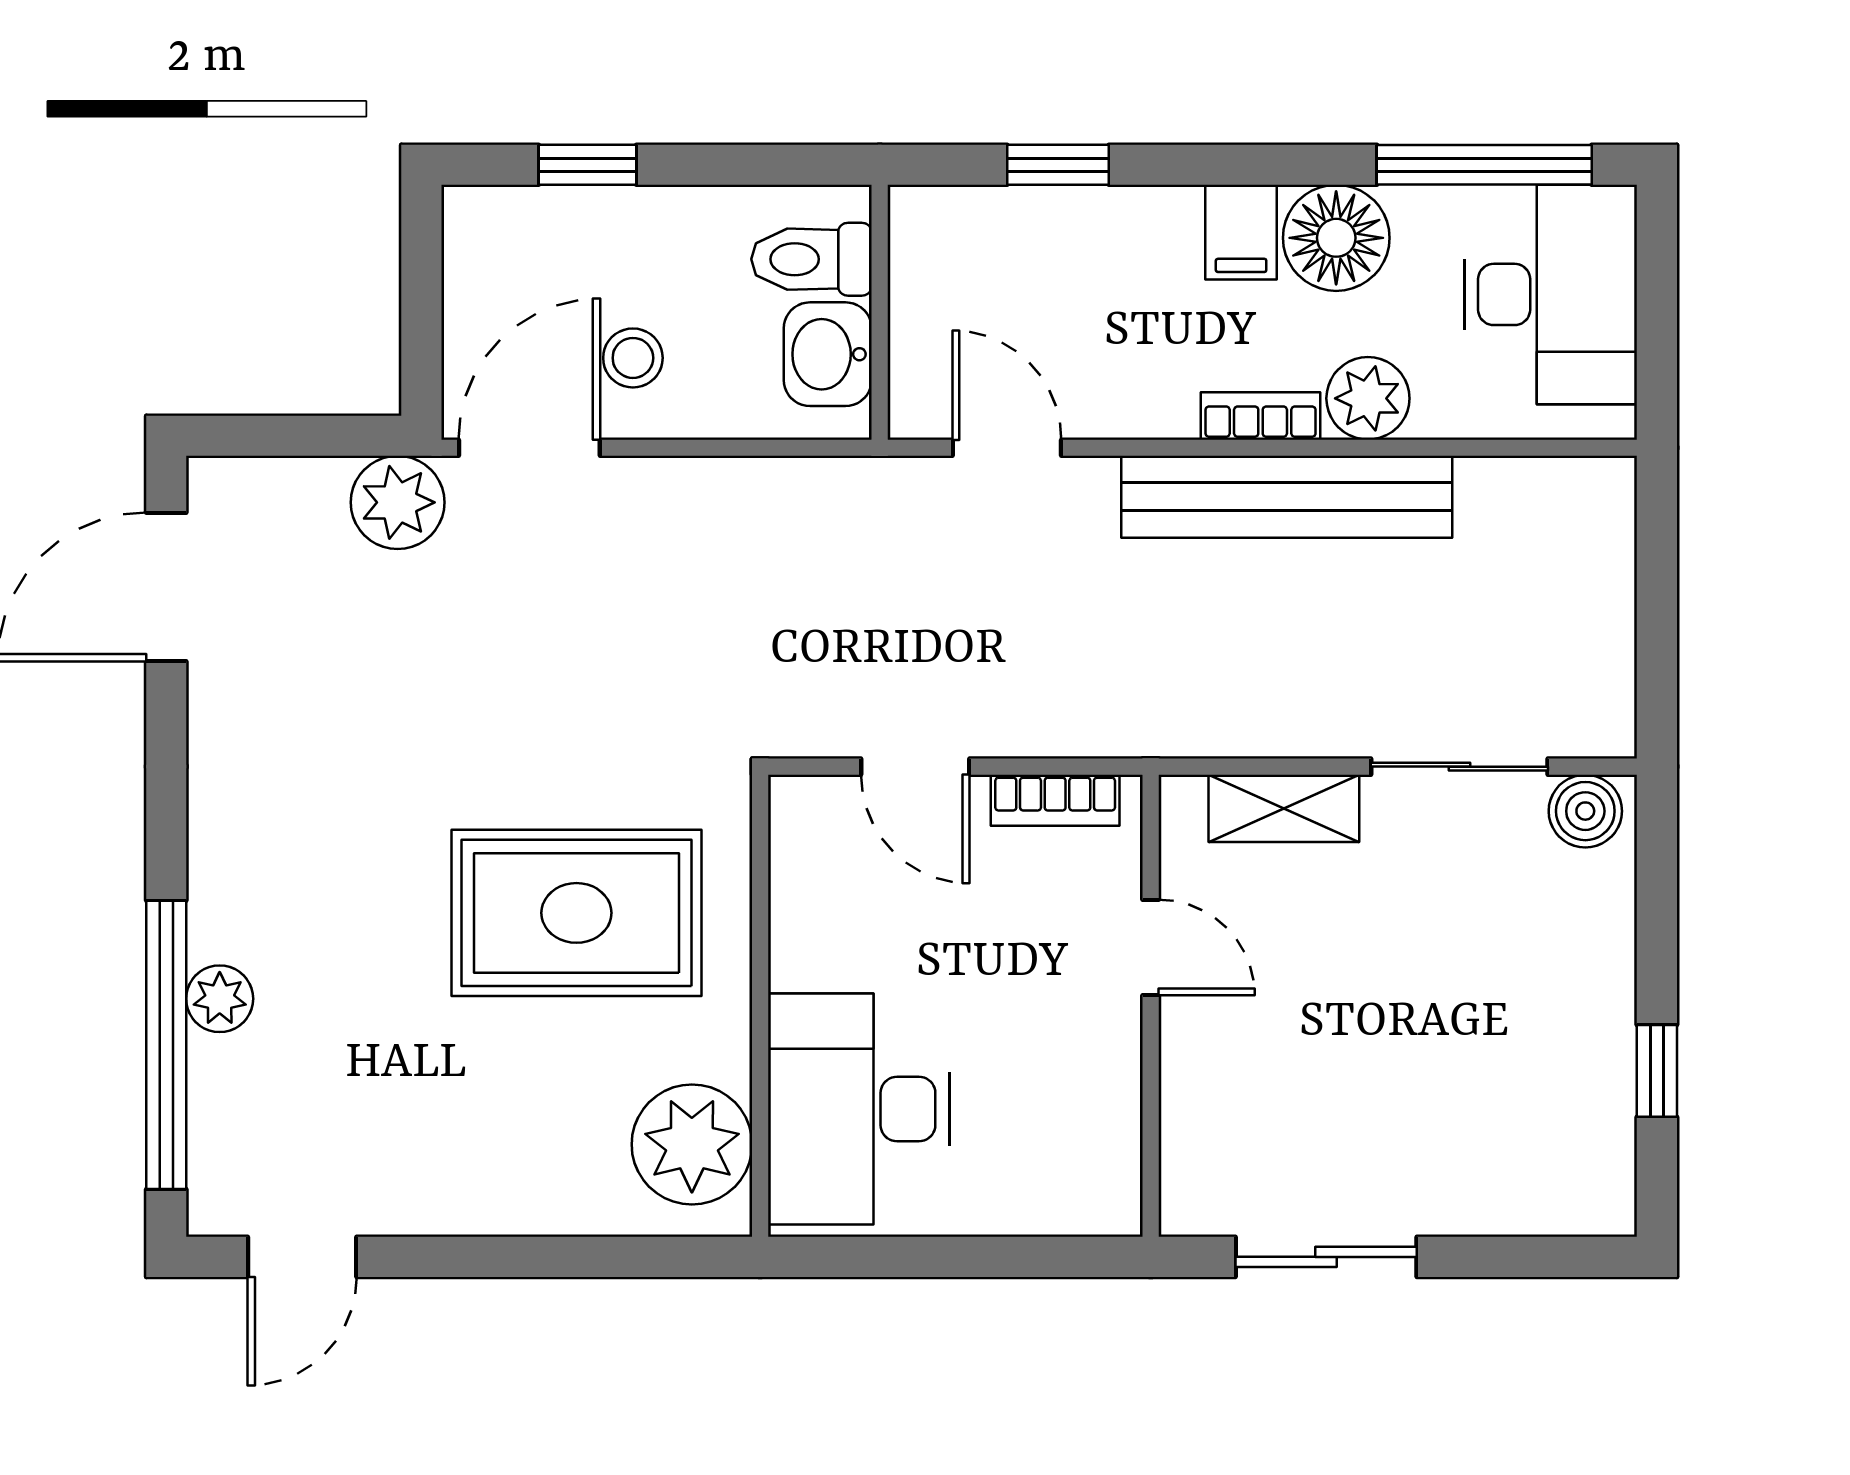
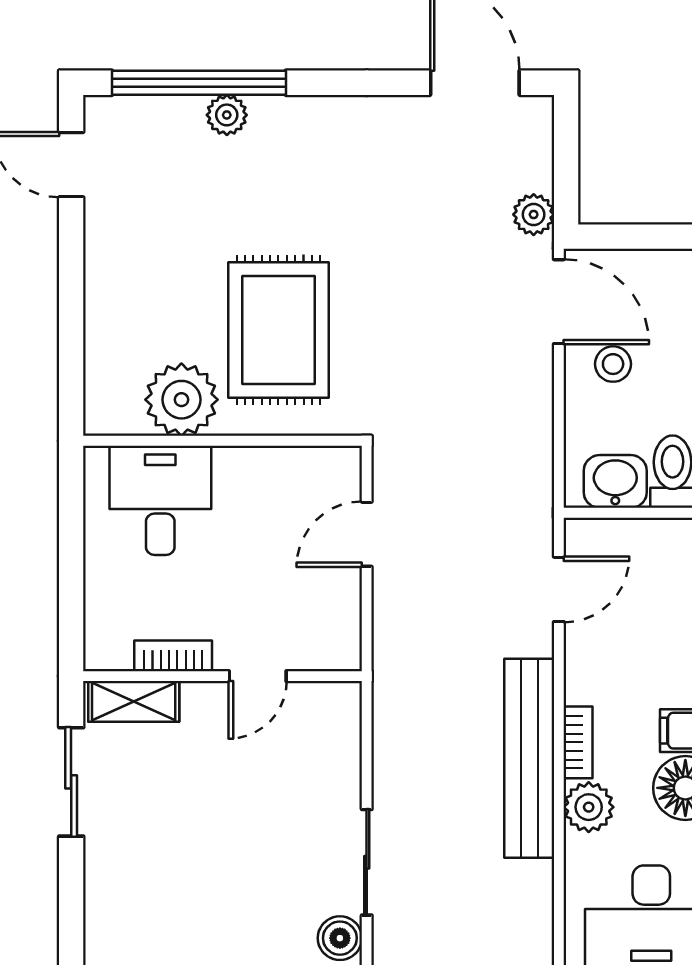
plant: (398, 502) -> (534, 215), width x0.73, depth x0.73
bookcase: (1055, 800) -> (173, 656), moved, turned 90
shelving: (1284, 808) -> (134, 701), moved, turned 90
desk: (859, 1109) -> (160, 500), width x0.73
plant: (692, 1144) -> (181, 400), moved

